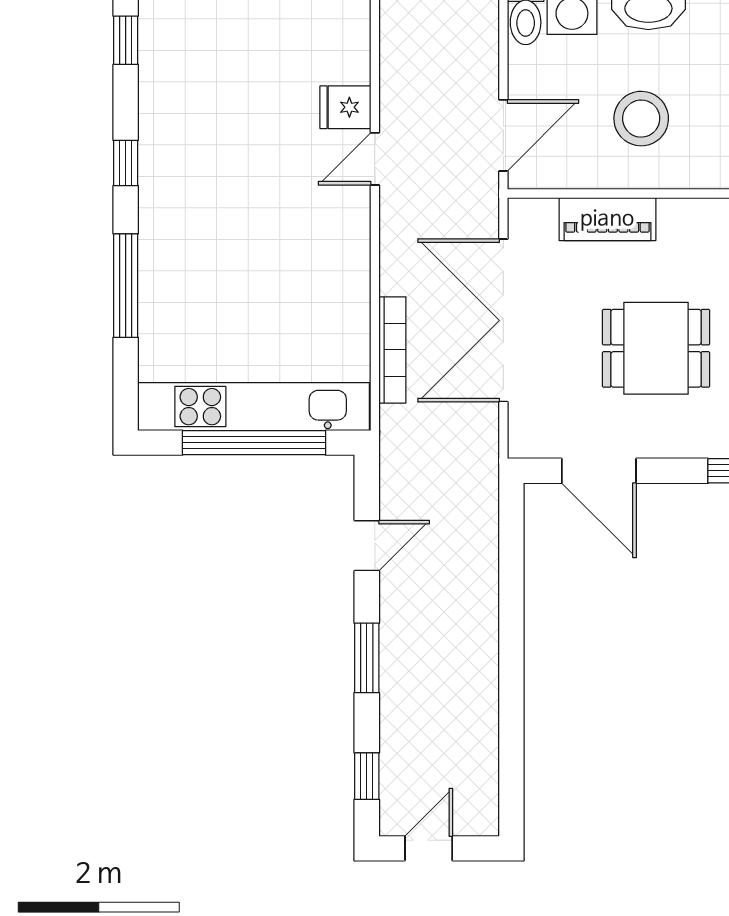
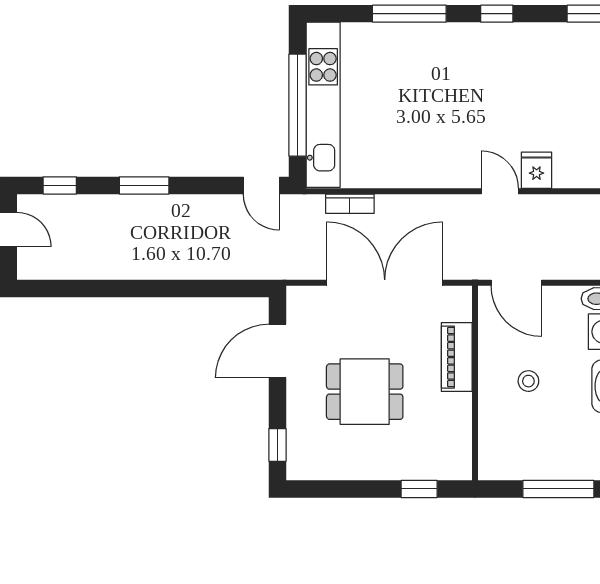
stool: (641, 119) -> (528, 381), width x0.53, depth x0.53
dining table: (656, 348) -> (365, 392), turned 90
bookcase: (392, 350) -> (350, 204), width x0.64
door: (367, 546) -> (261, 185), moved

